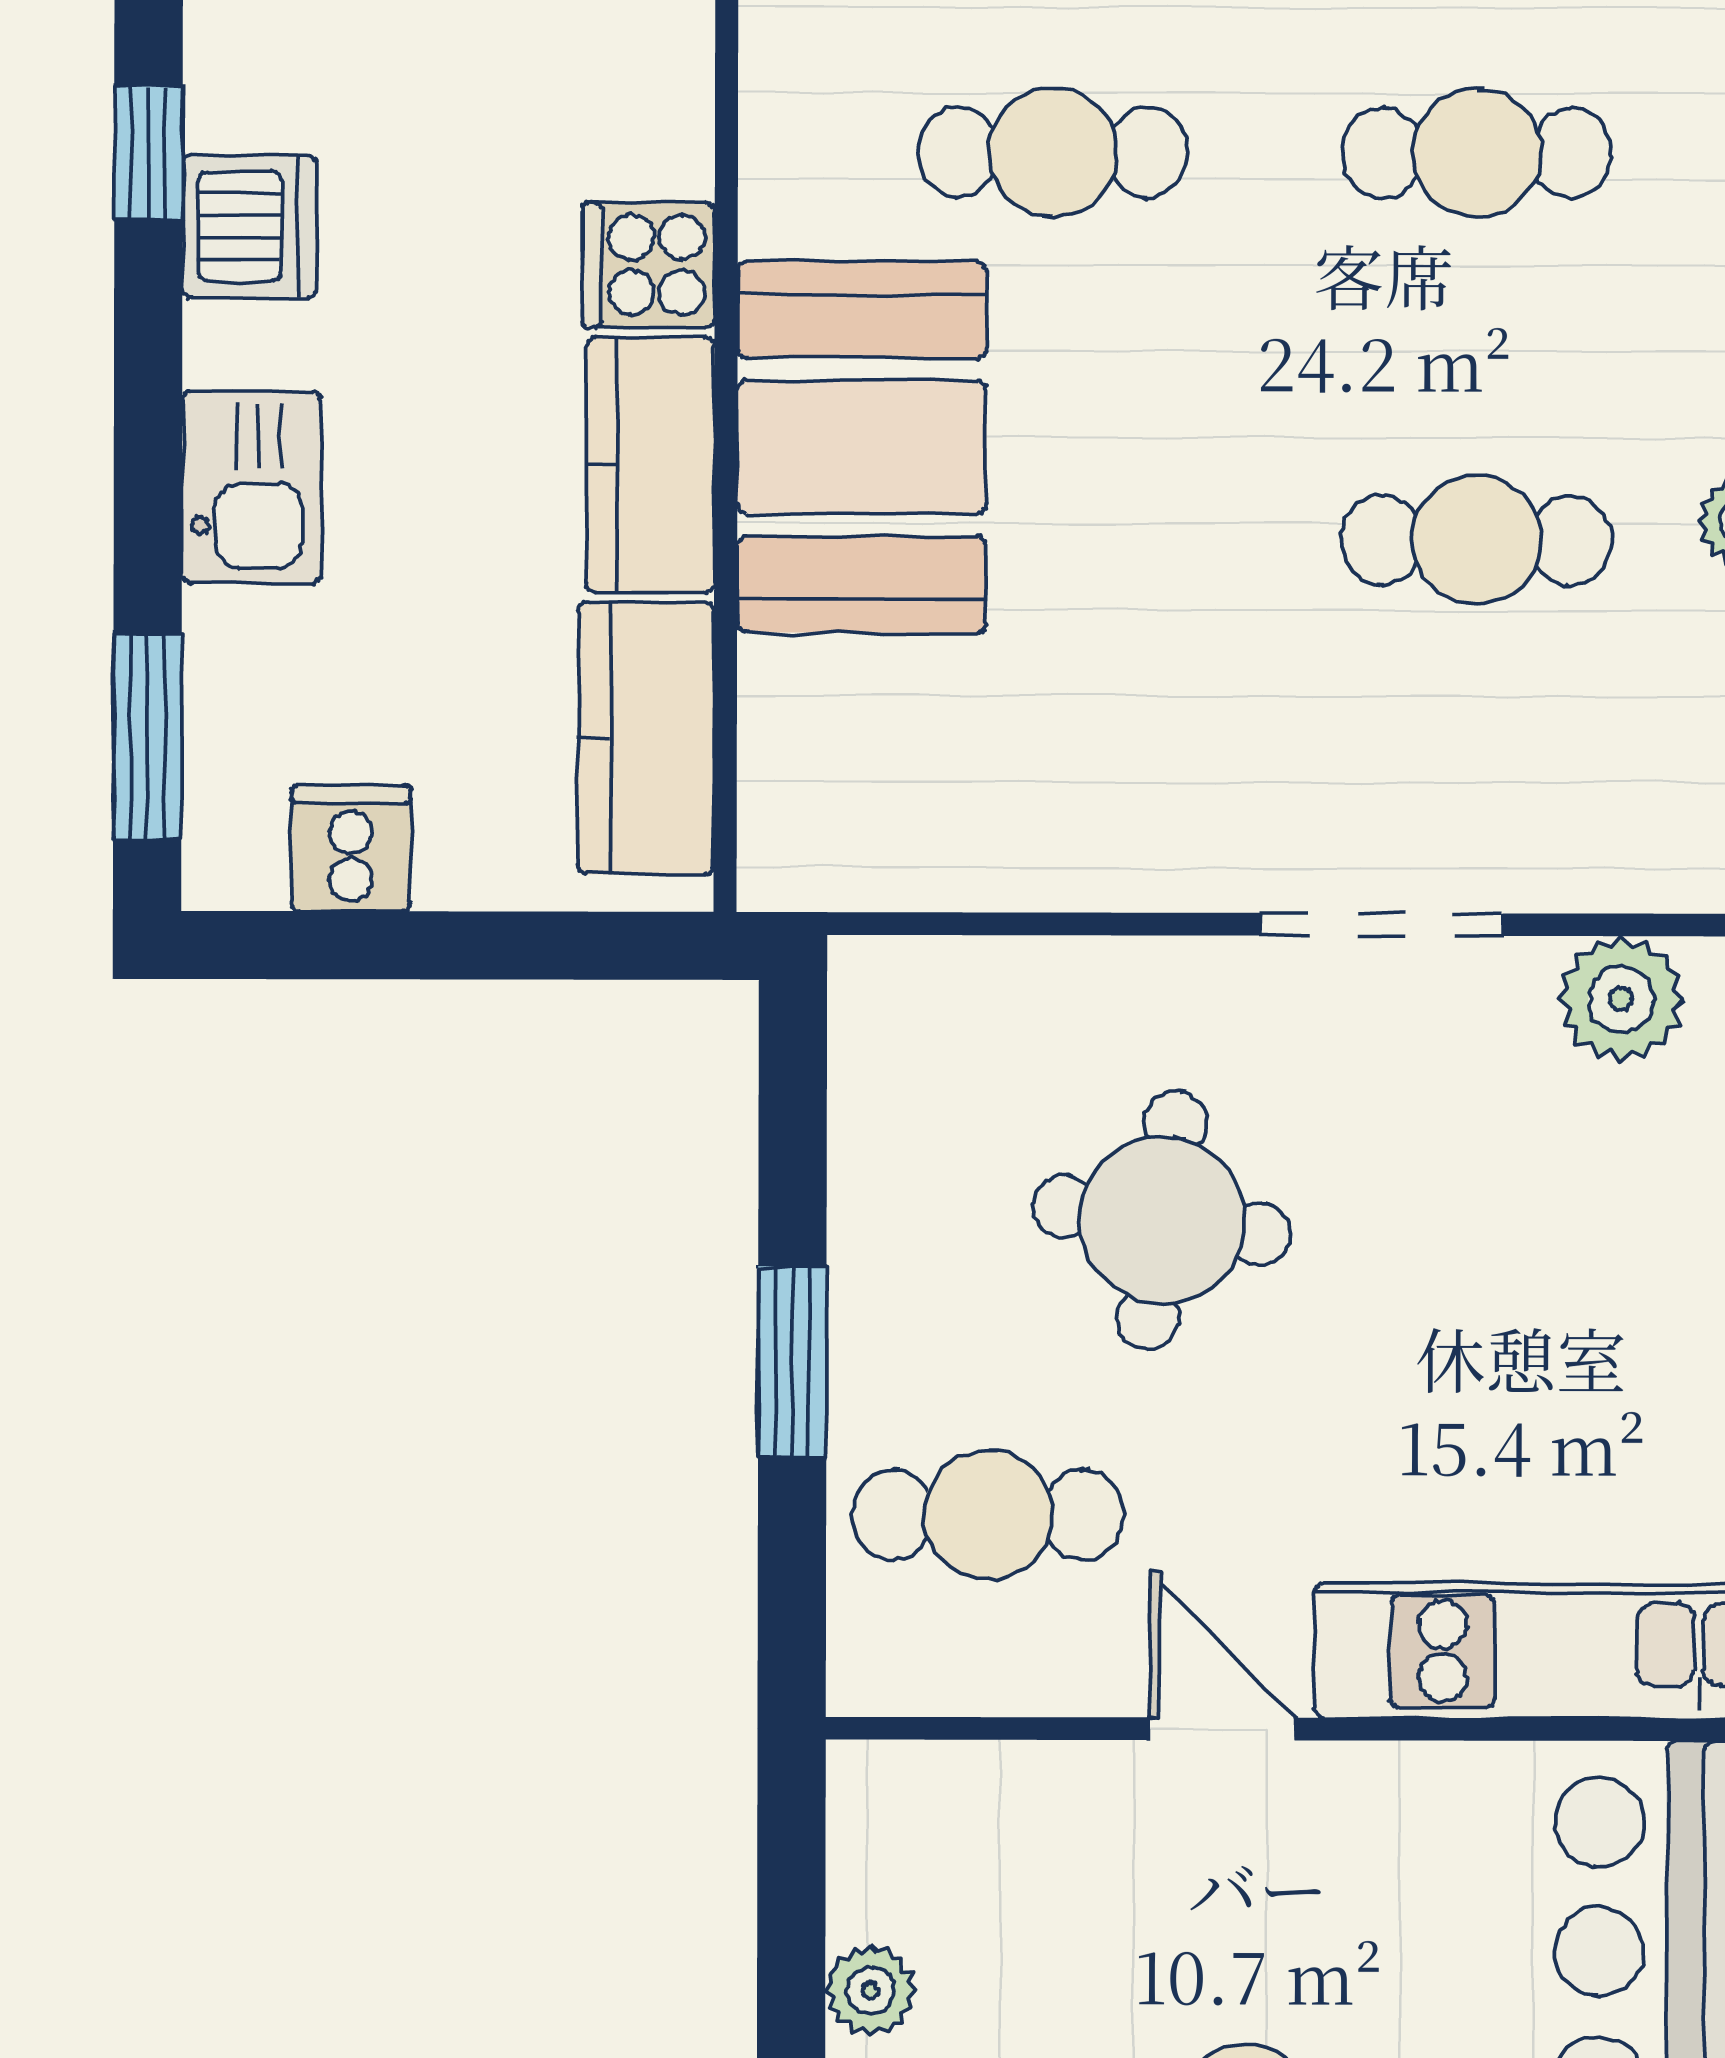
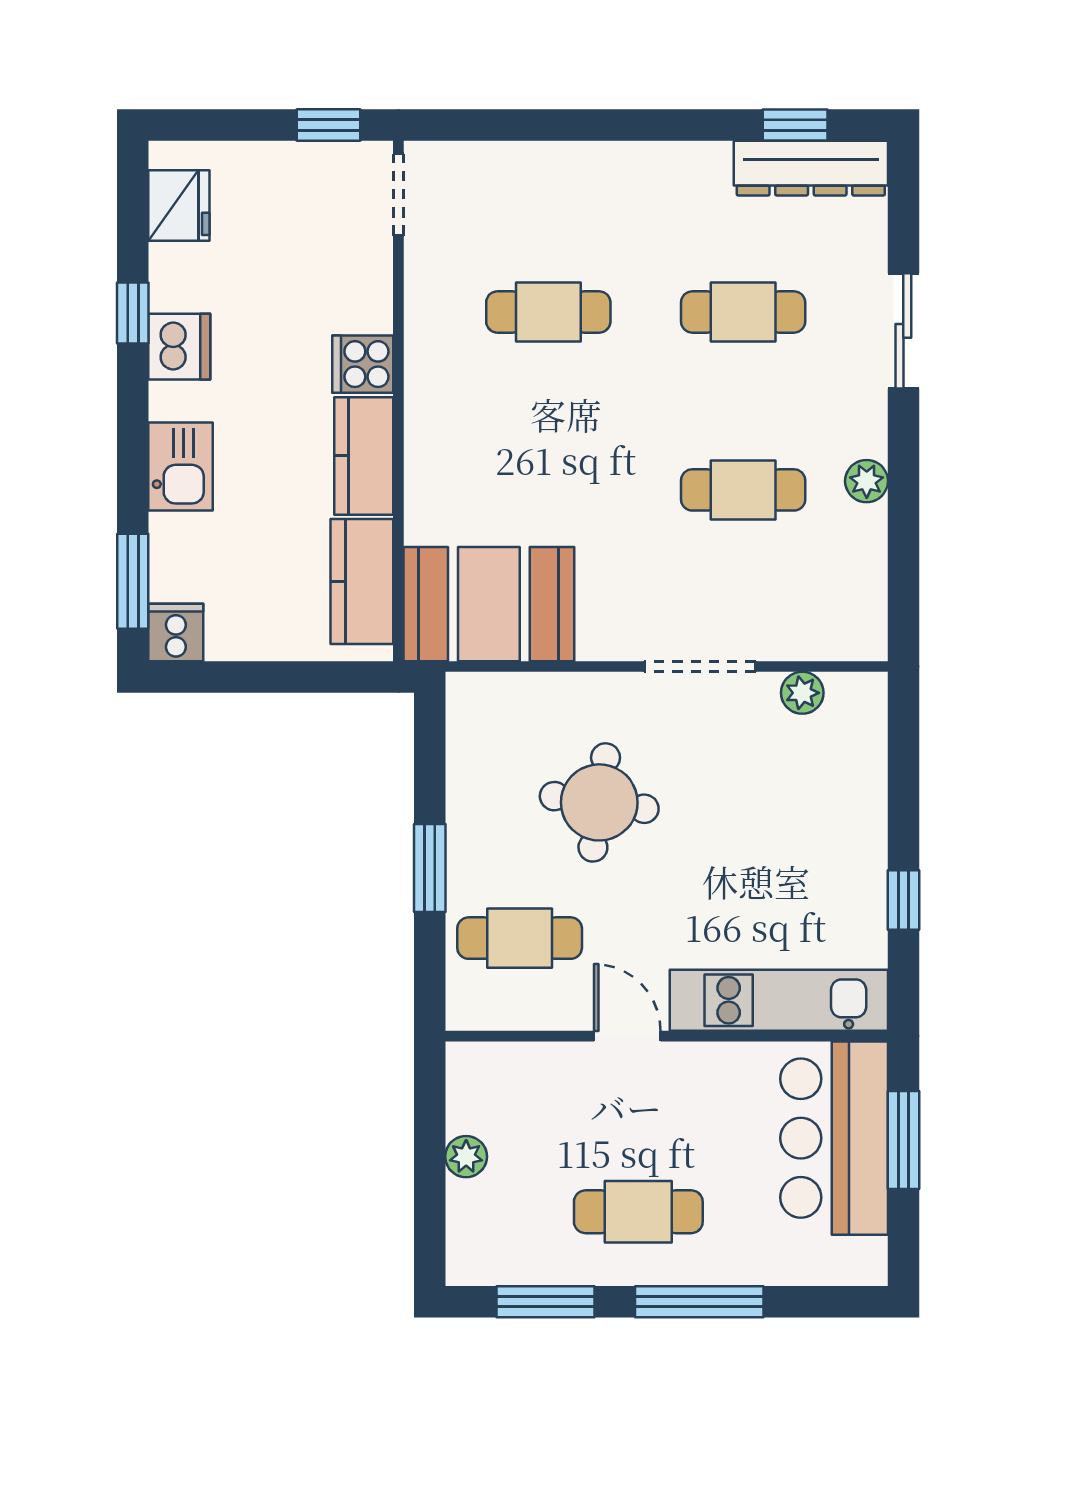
booth: (862, 447) -> (489, 604), moved, turned 90
cooker: (351, 848) -> (176, 632), moved
plant: (1621, 999) -> (802, 693), width x0.73, depth x0.73

